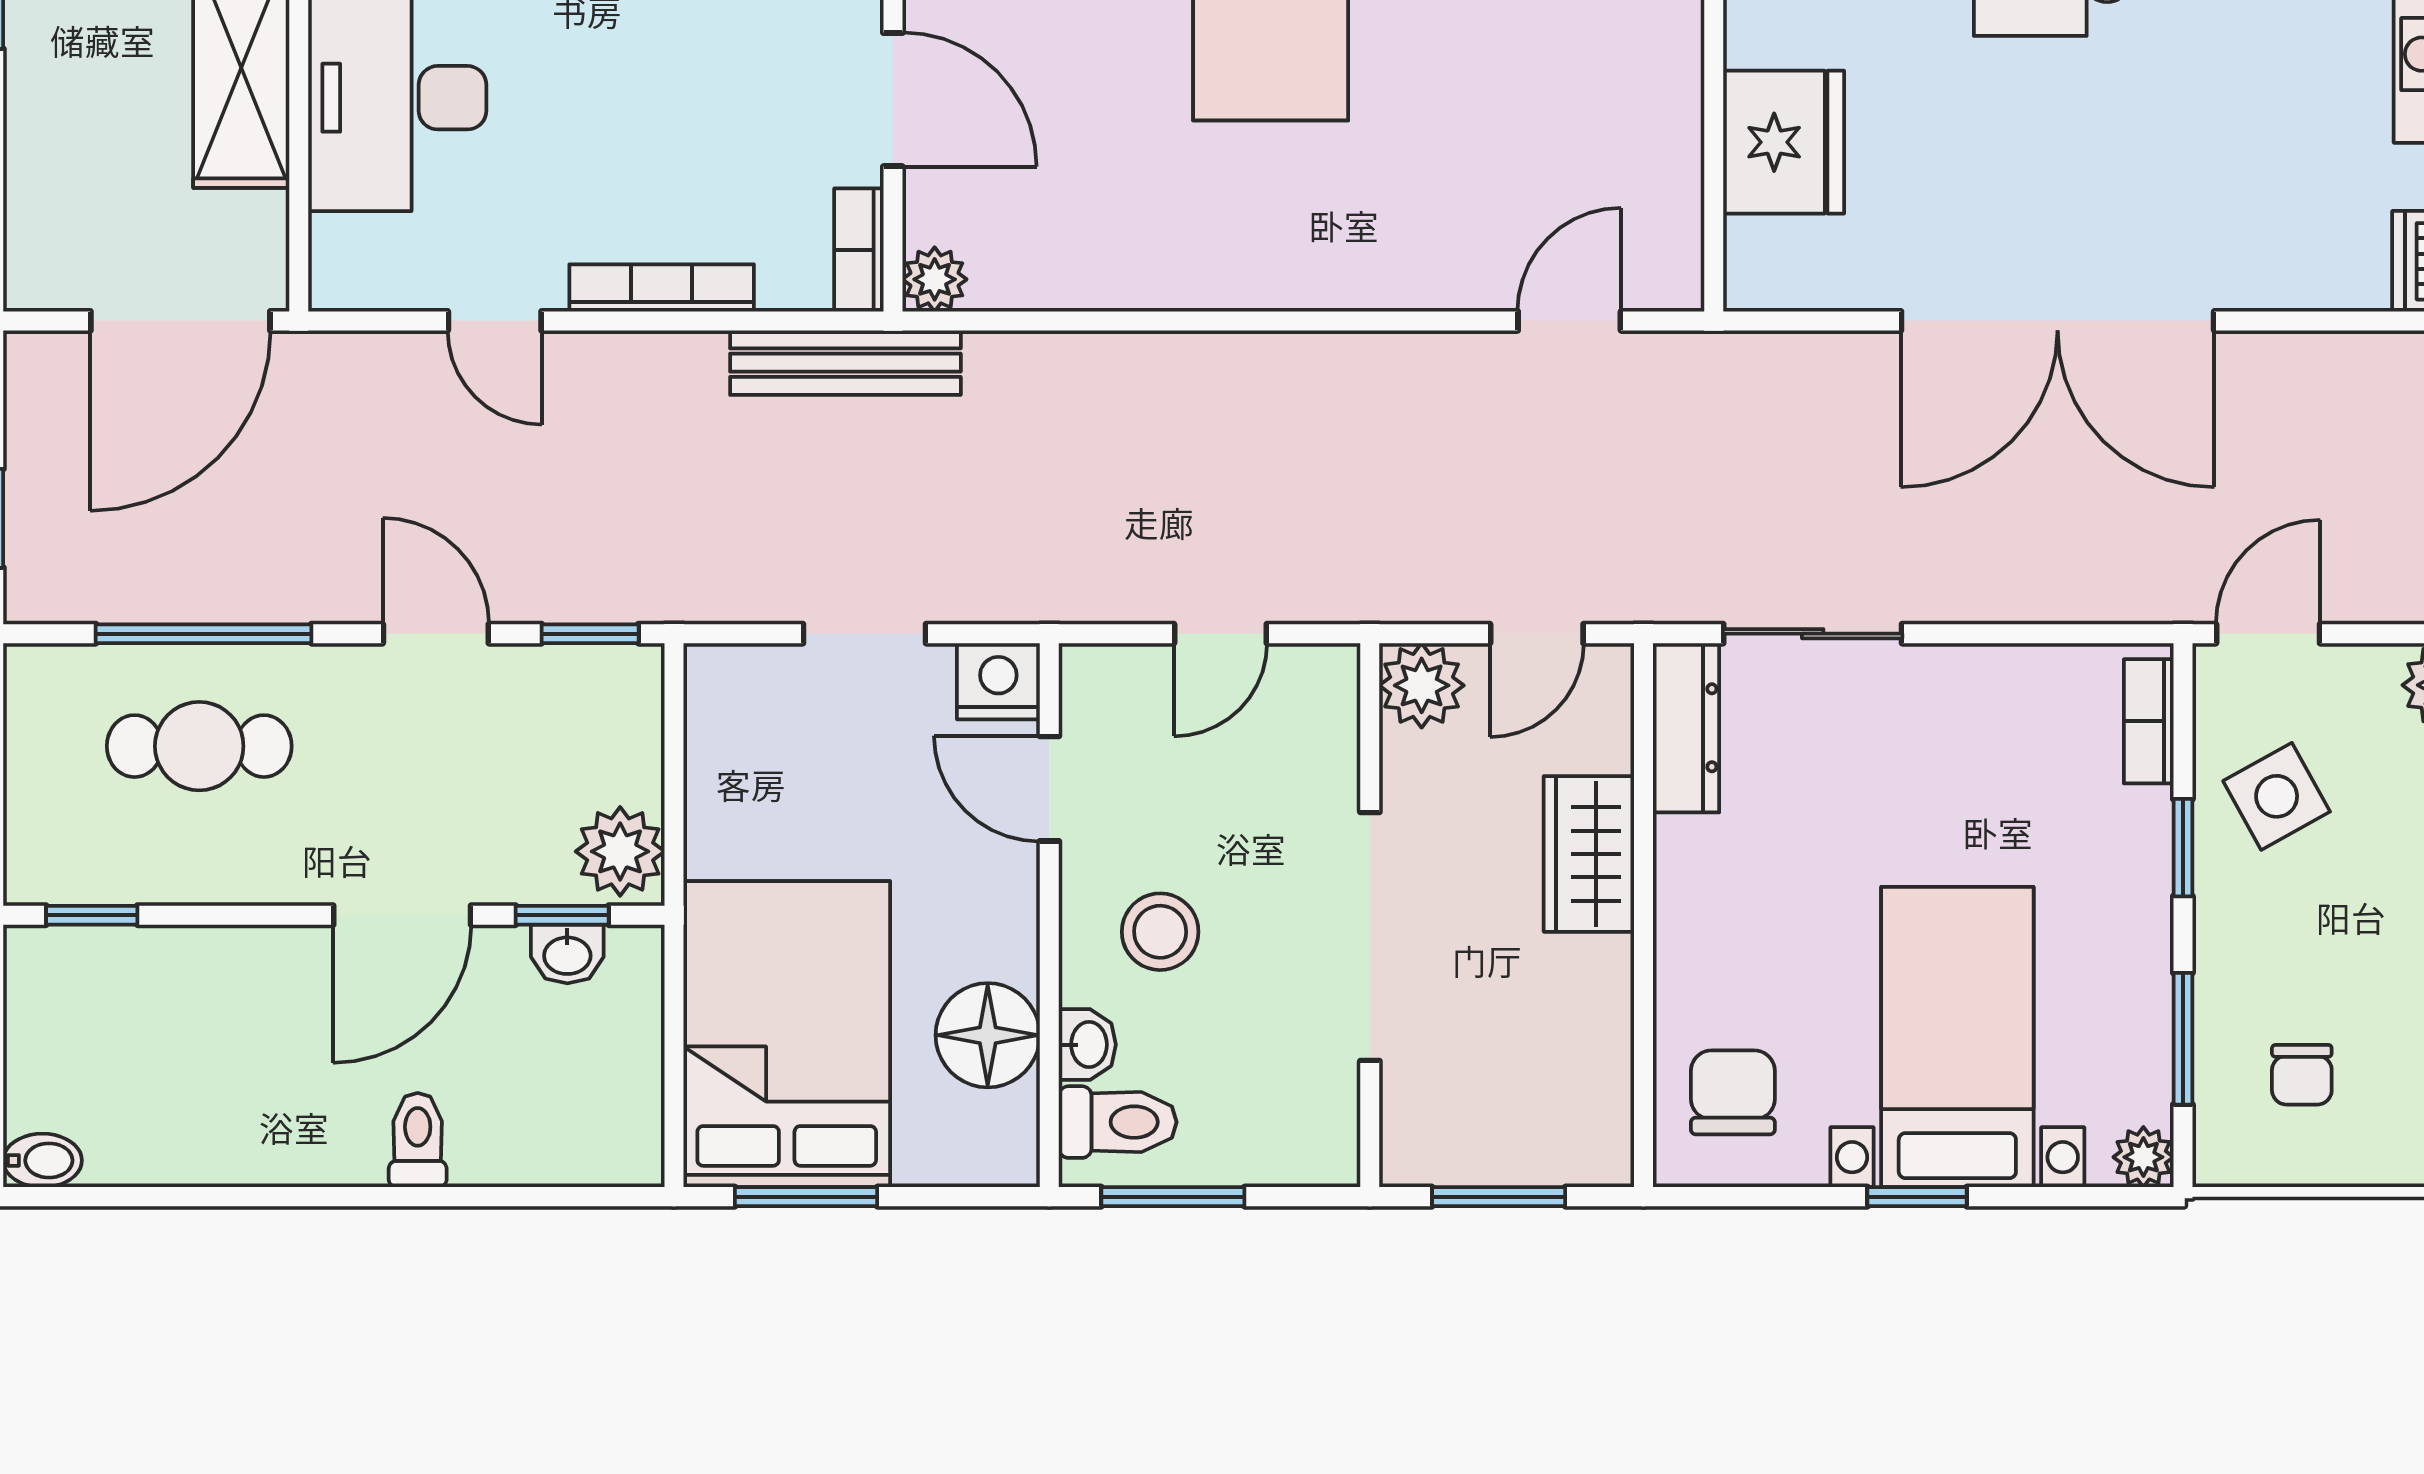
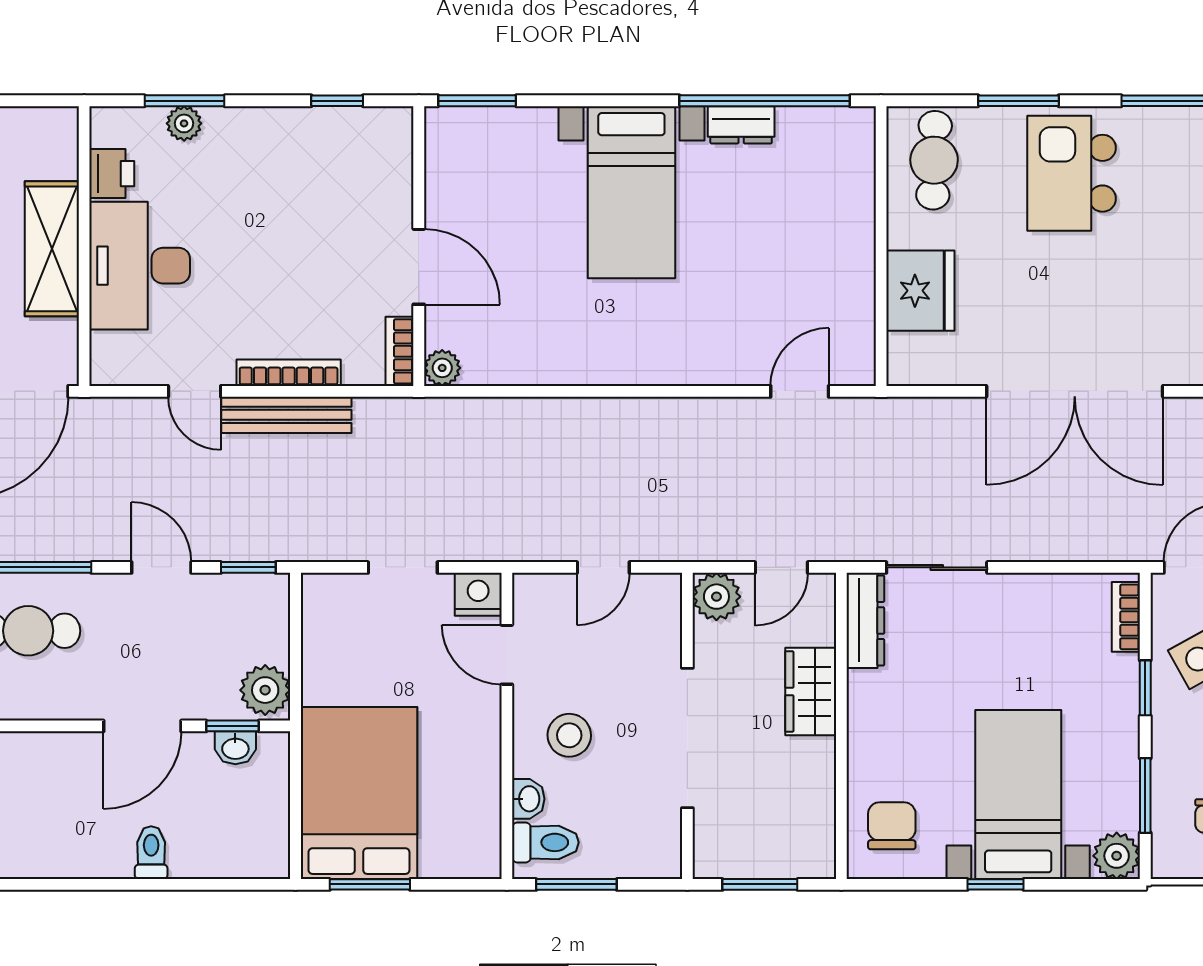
bench: (845, 363) -> (286, 415), moved
floor lamp: (988, 1035) -> (472, 794), removed
plant: (2143, 1157) -> (1117, 856), width x1.38, depth x1.38

